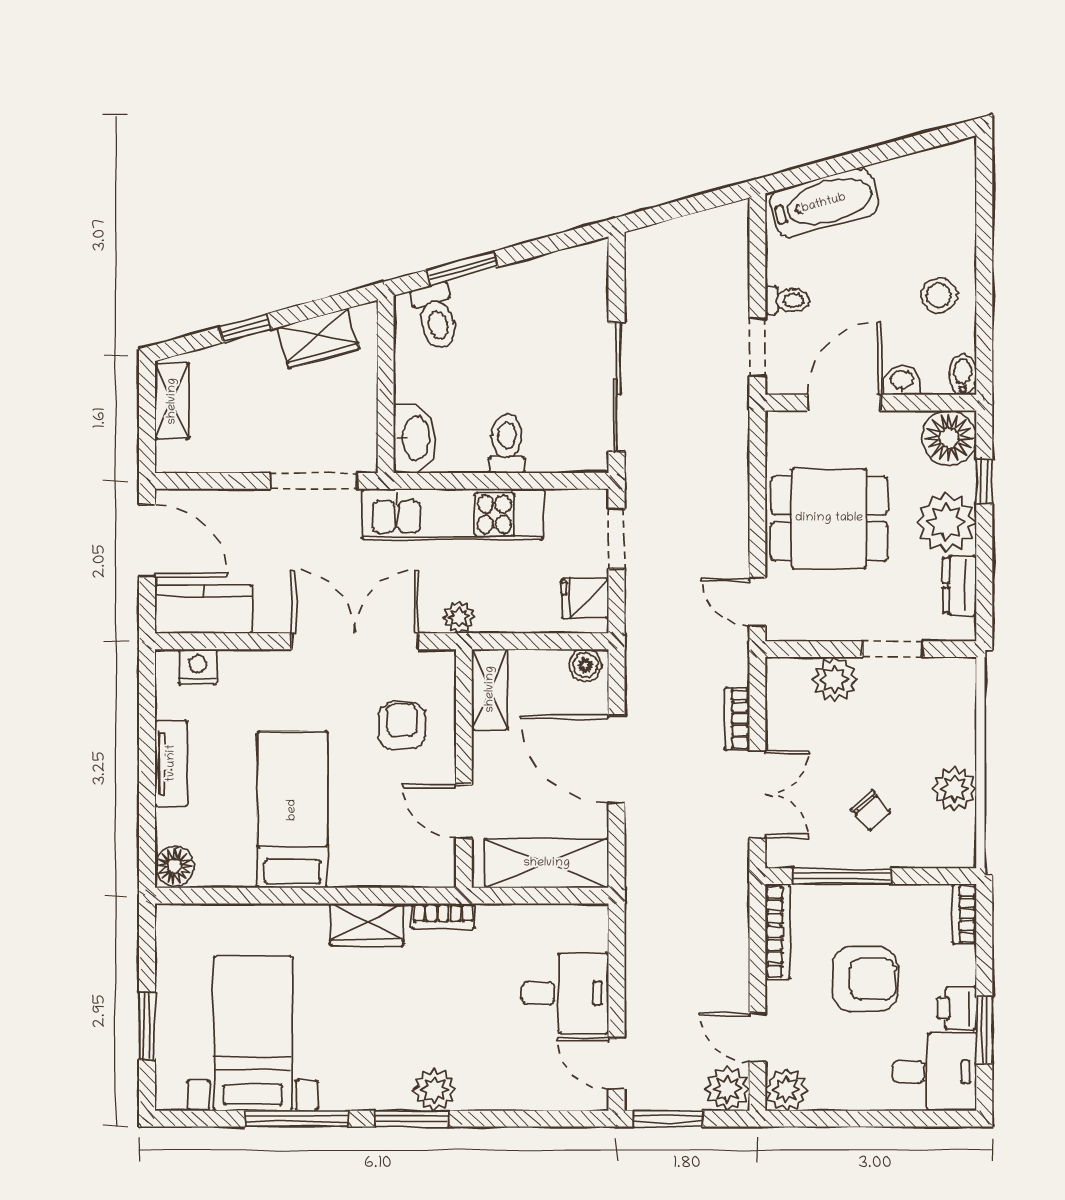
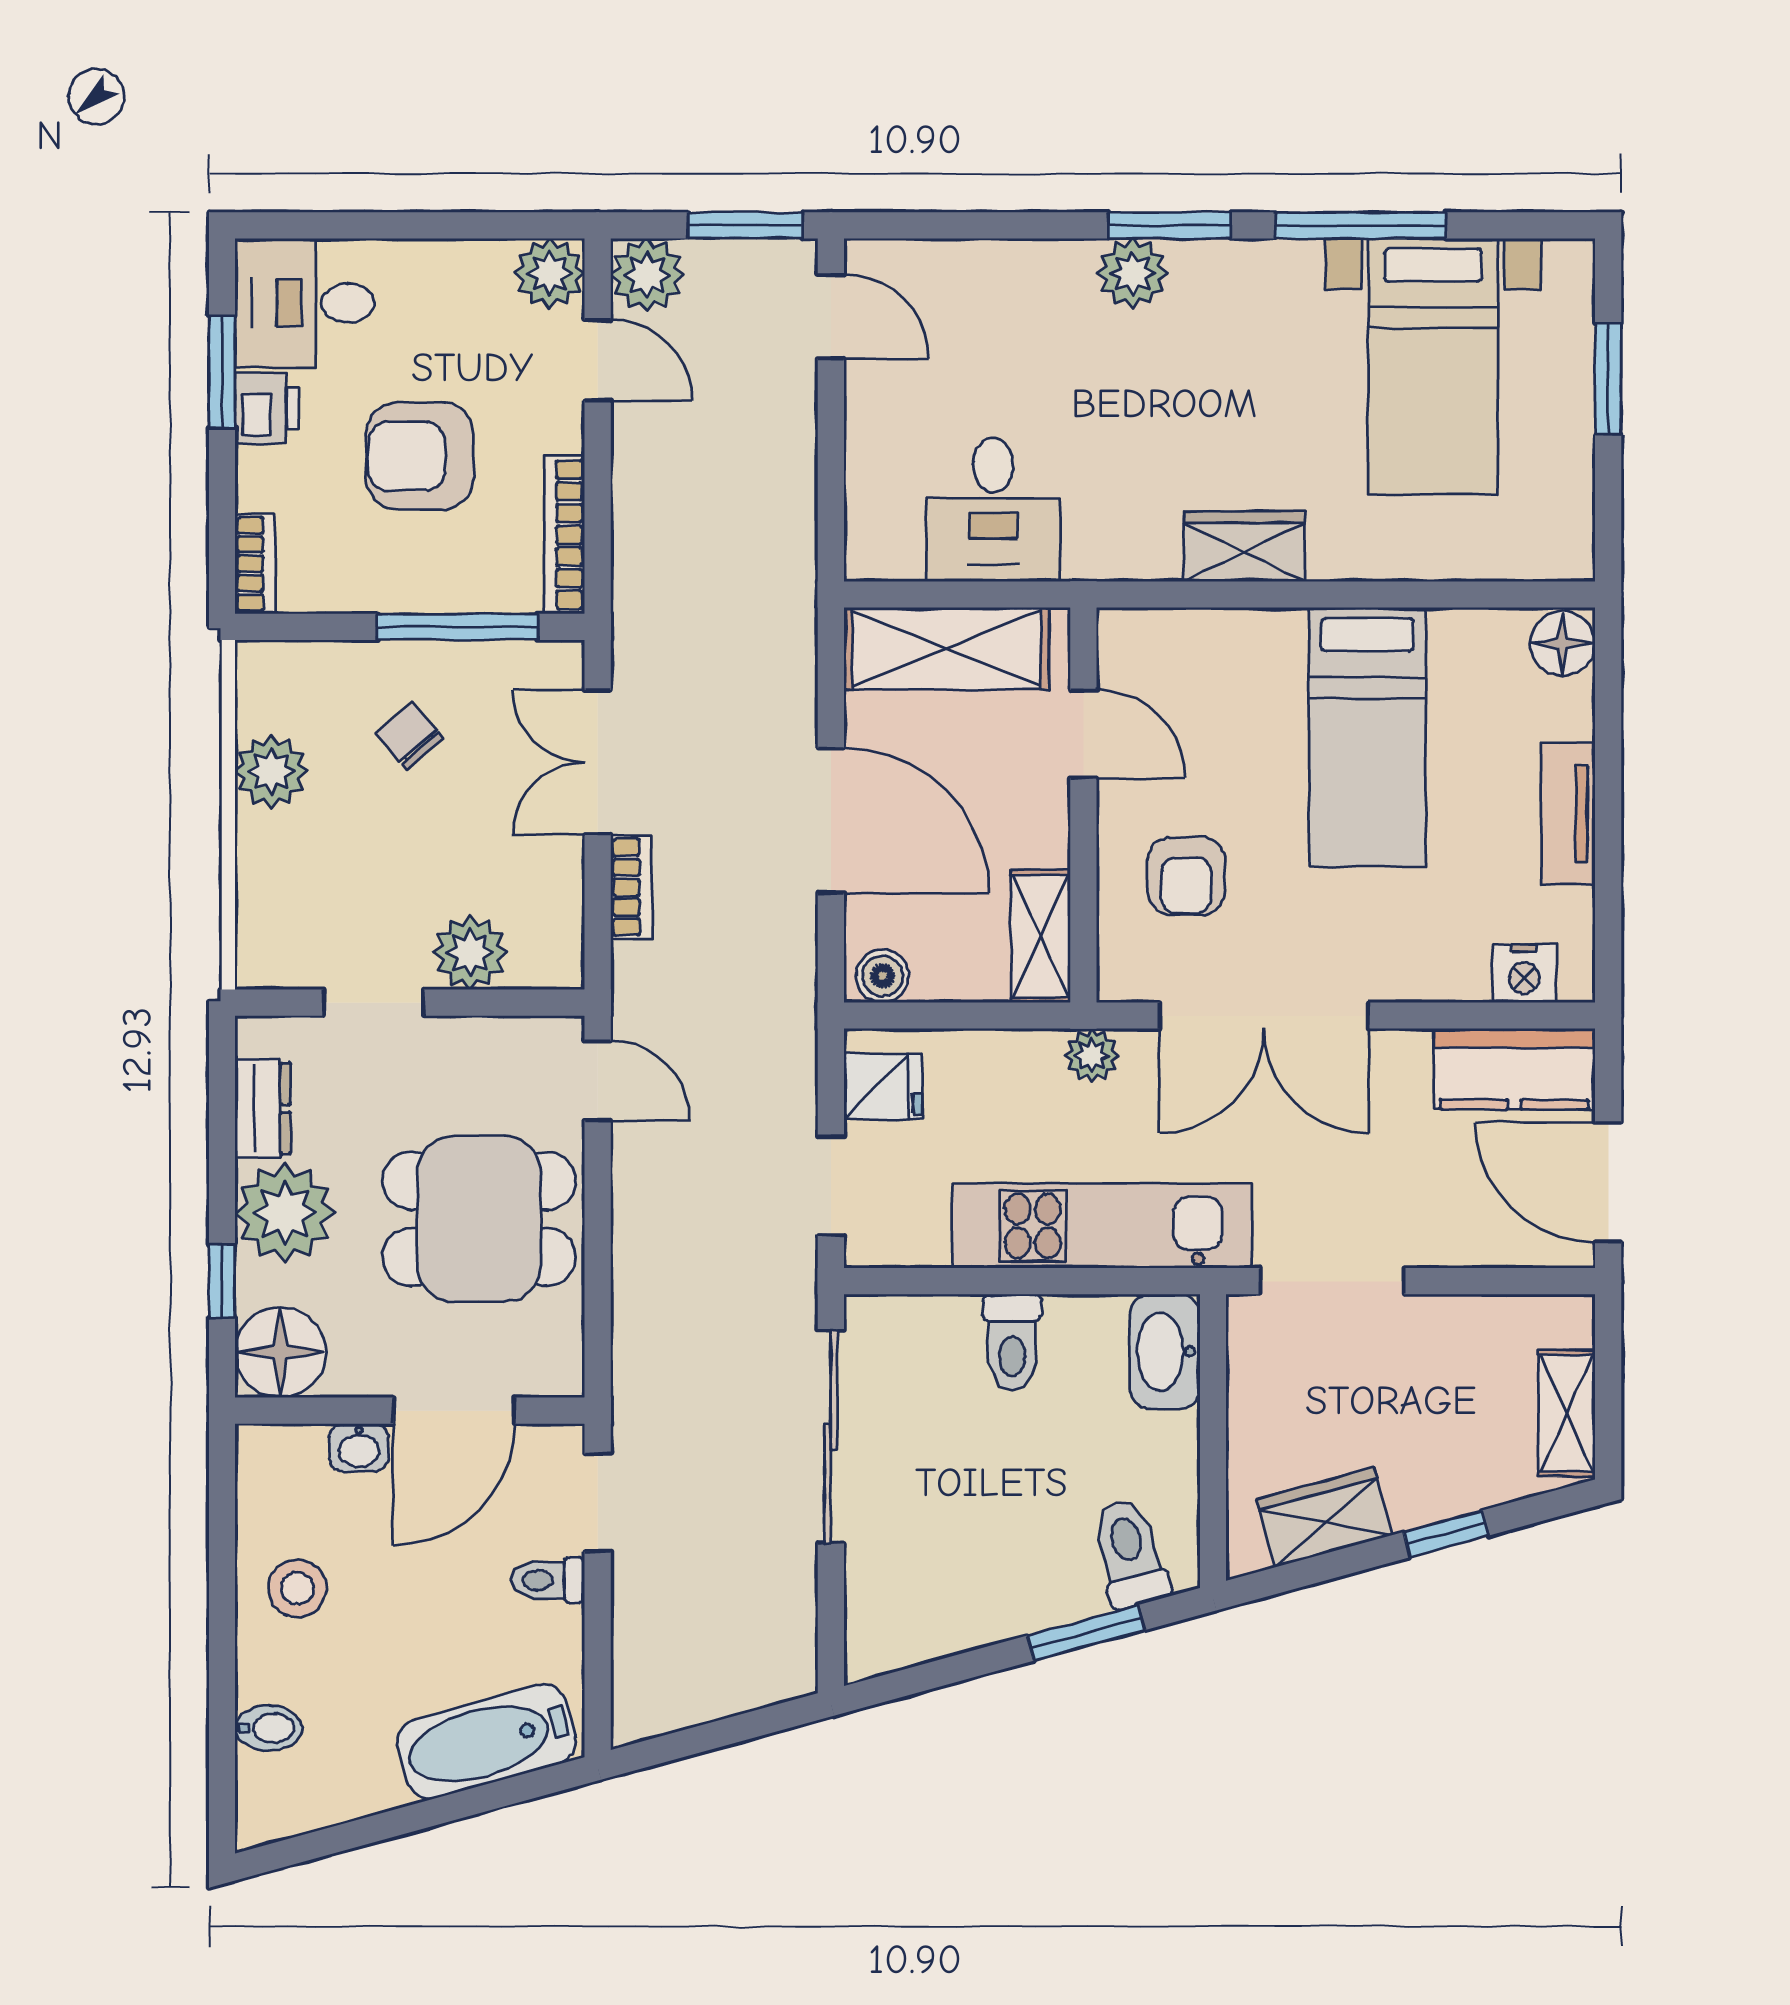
bidet: (963, 375) -> (268, 1728), moved, turned -90
bookcase: (443, 916) -> (1117, 561), removed
desk: (565, 993) -> (993, 510), moved, turned -90

